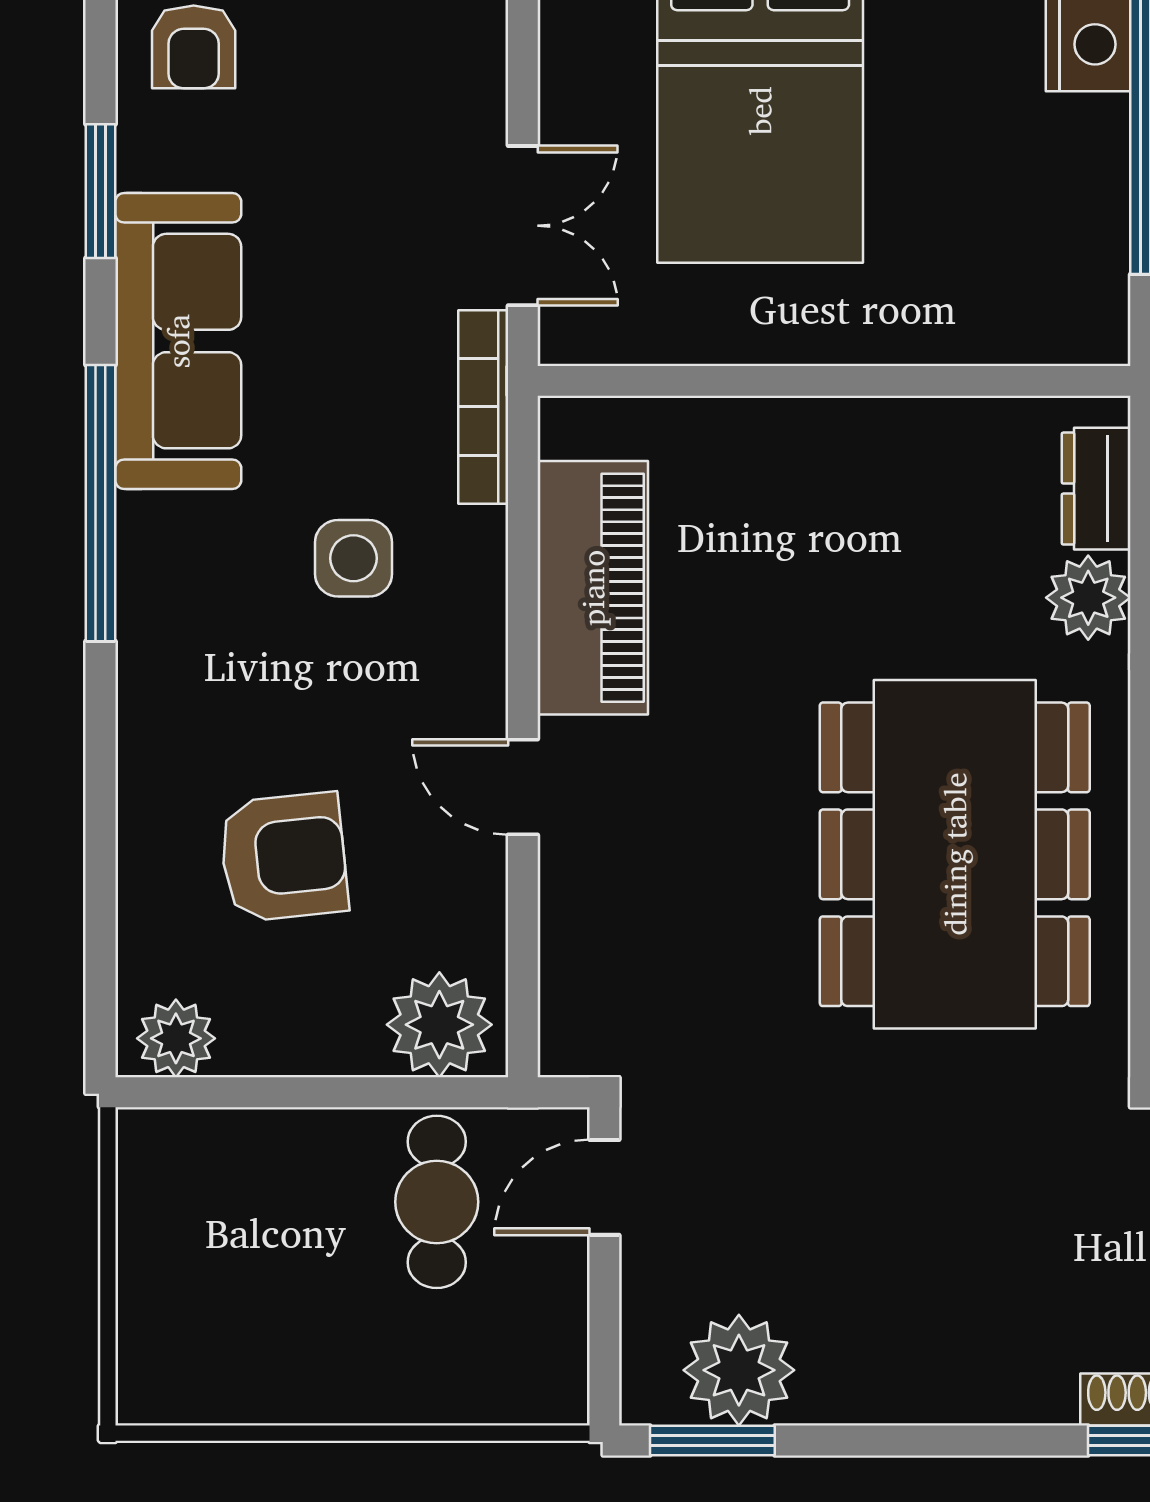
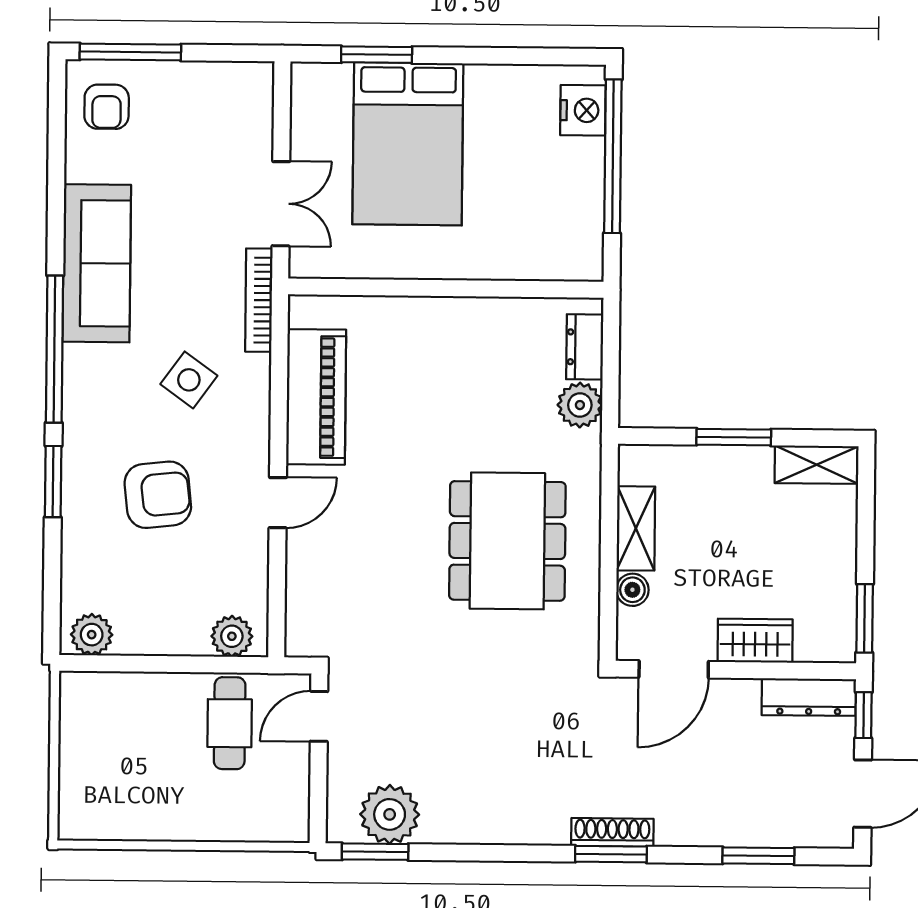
window: (100, 191) -> (53, 482), moved
side table: (354, 558) -> (189, 380), turned 36
door: (523, 787) -> (278, 503), swing flipped
dining table: (955, 854) -> (507, 541), width x0.73, depth x0.80
armchair: (283, 857) -> (158, 495), moved
plant: (439, 1025) -> (232, 636), width x0.73, depth x0.73

